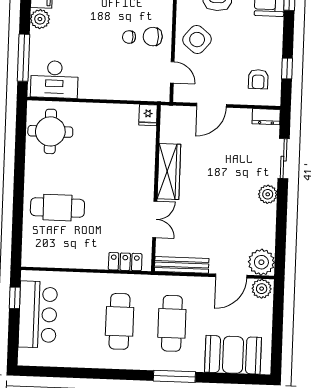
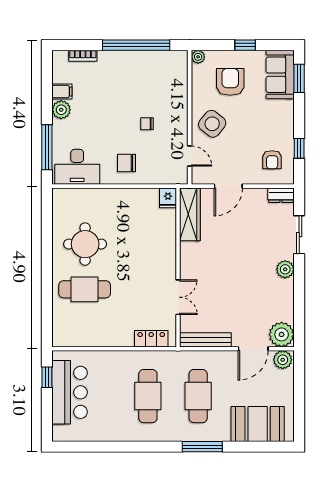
chair: (153, 37) -> (127, 163), moved
round table: (50, 131) -> (85, 244), moved
wardrobe: (169, 172) -> (190, 214), moved

